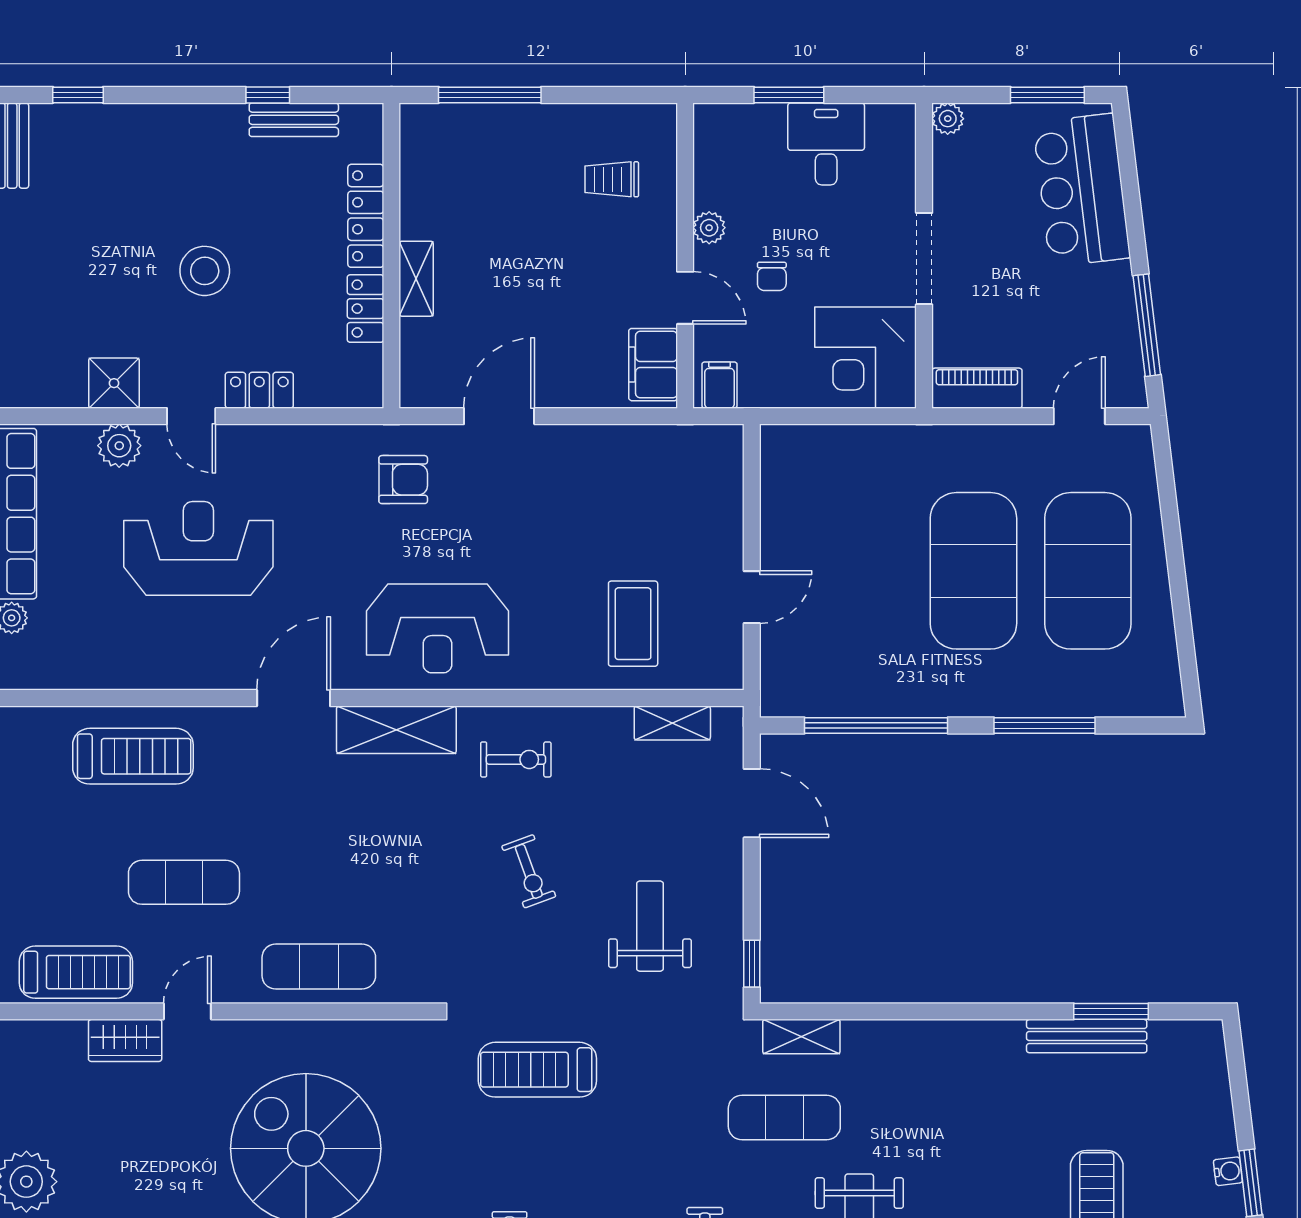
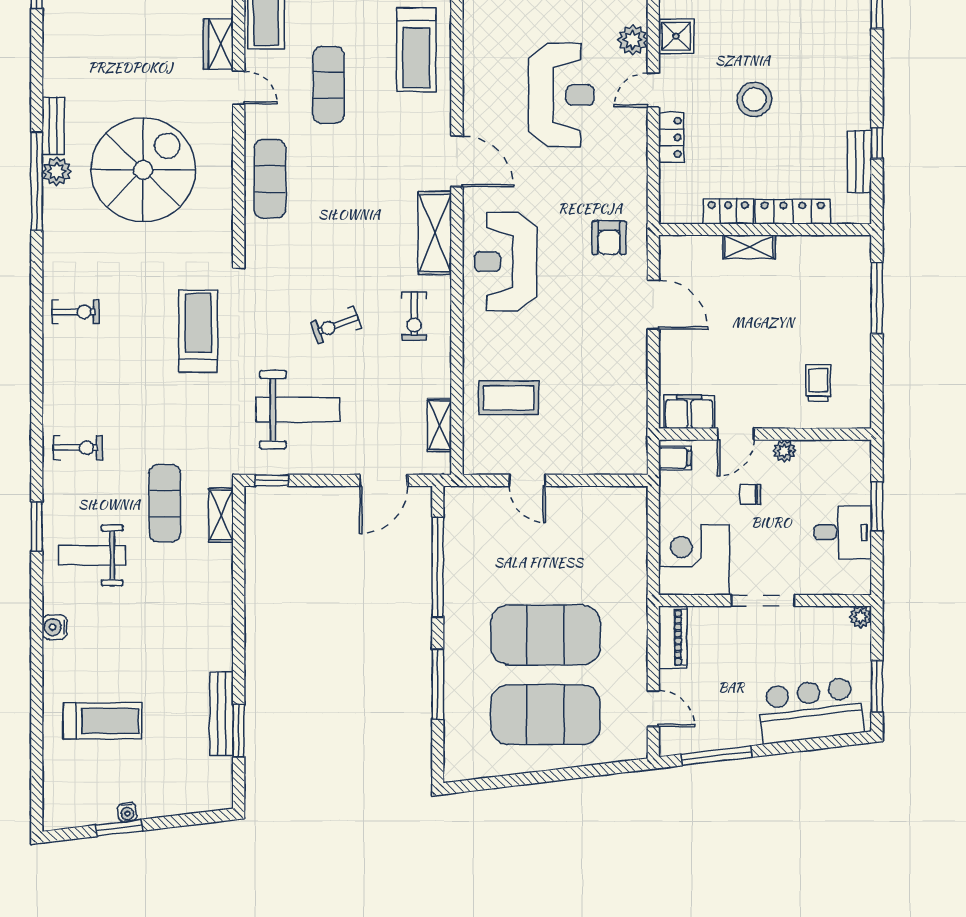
weight bench: (650, 926) -> (298, 410), width x1.36, depth x1.33

